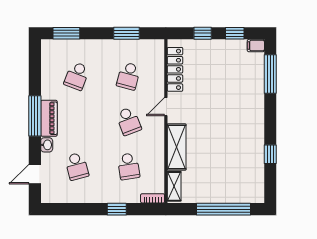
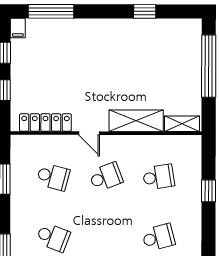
bookcase: (153, 198) -> (196, 149), removed

